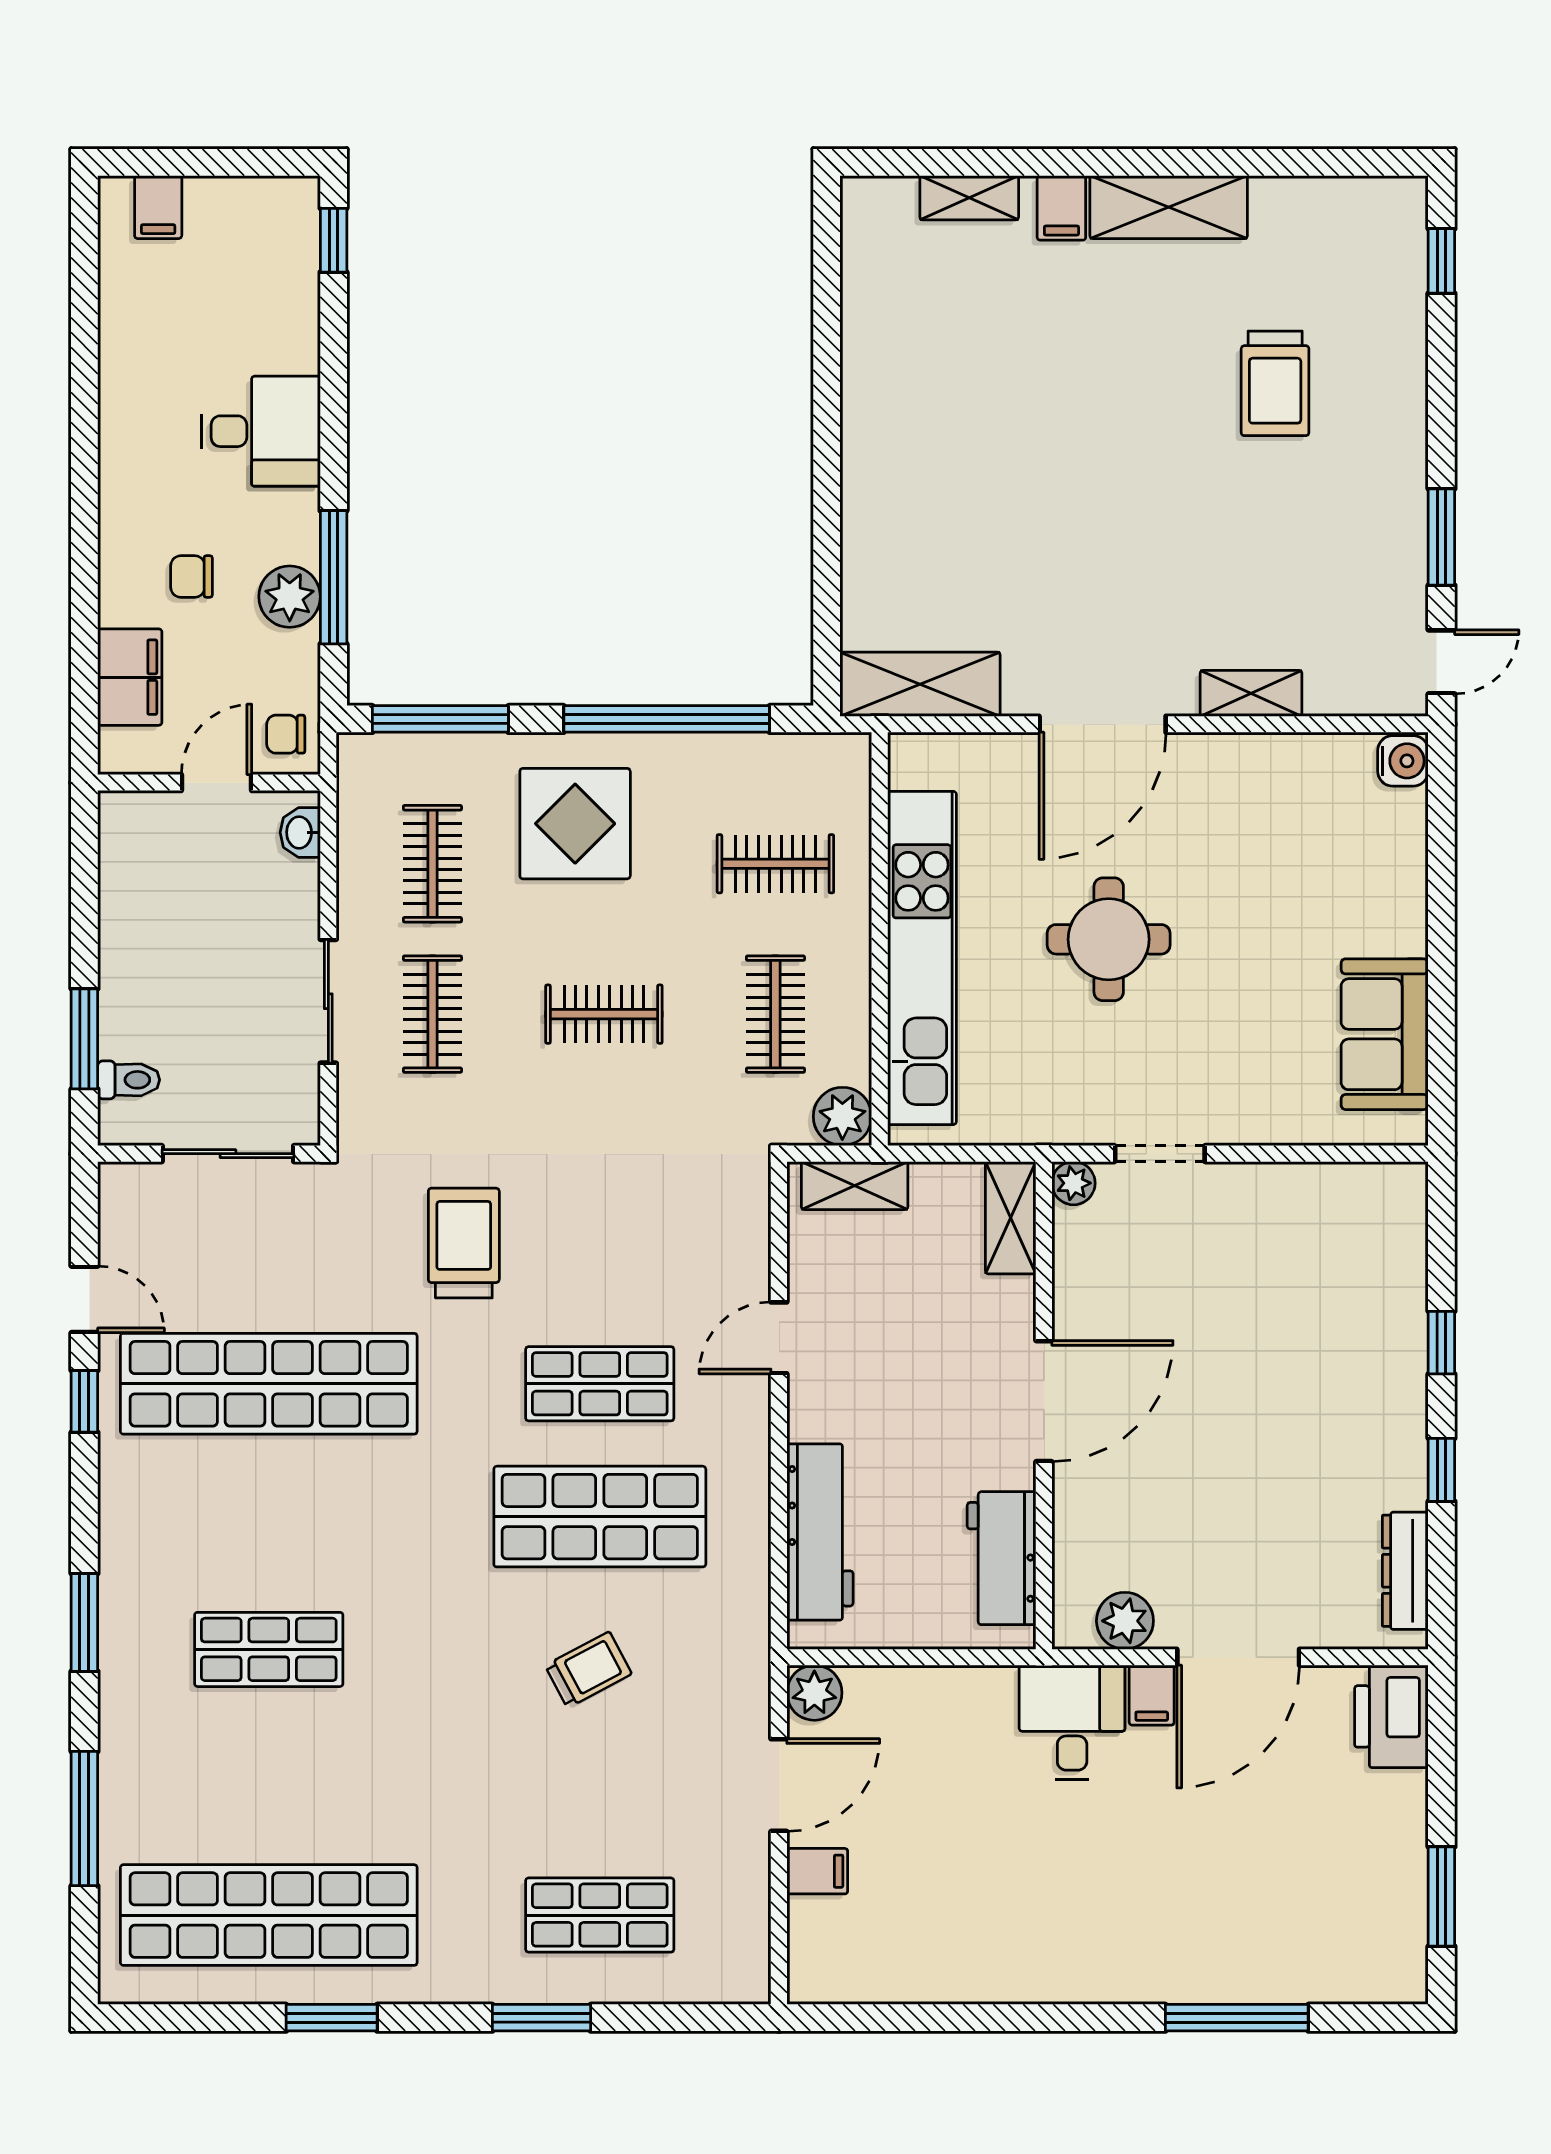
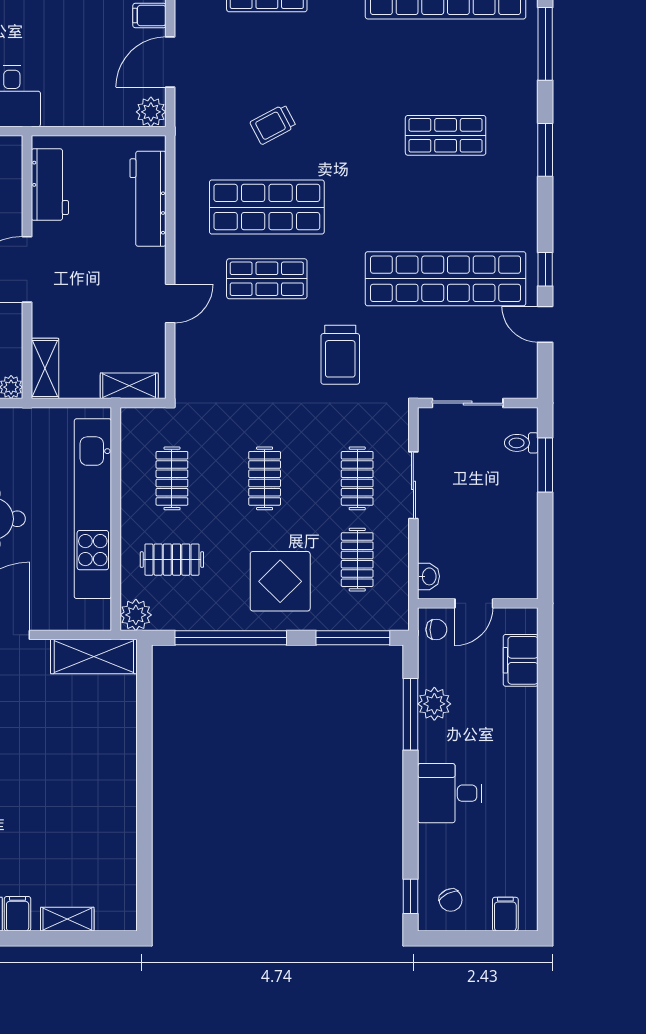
chair: (192, 576) -> (451, 900), moved, turned 63
clothes rail: (604, 1014) -> (265, 478), turned 90
plant: (842, 1116) -> (136, 615), moved

